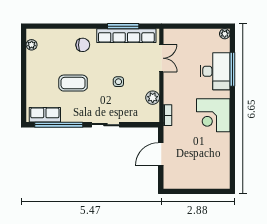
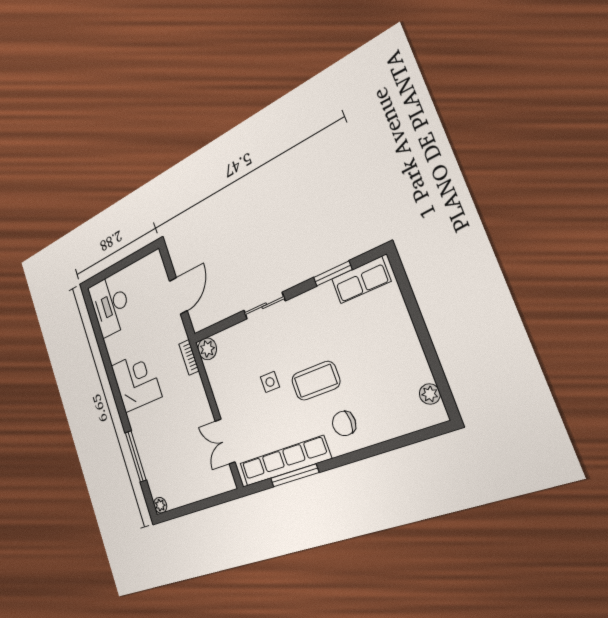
desk: (215, 71) -> (110, 305), moved
coffee table: (73, 83) -> (316, 381), moved
plant: (153, 98) -> (207, 349), moved
window: (59, 125) -> (333, 274), width x0.47

